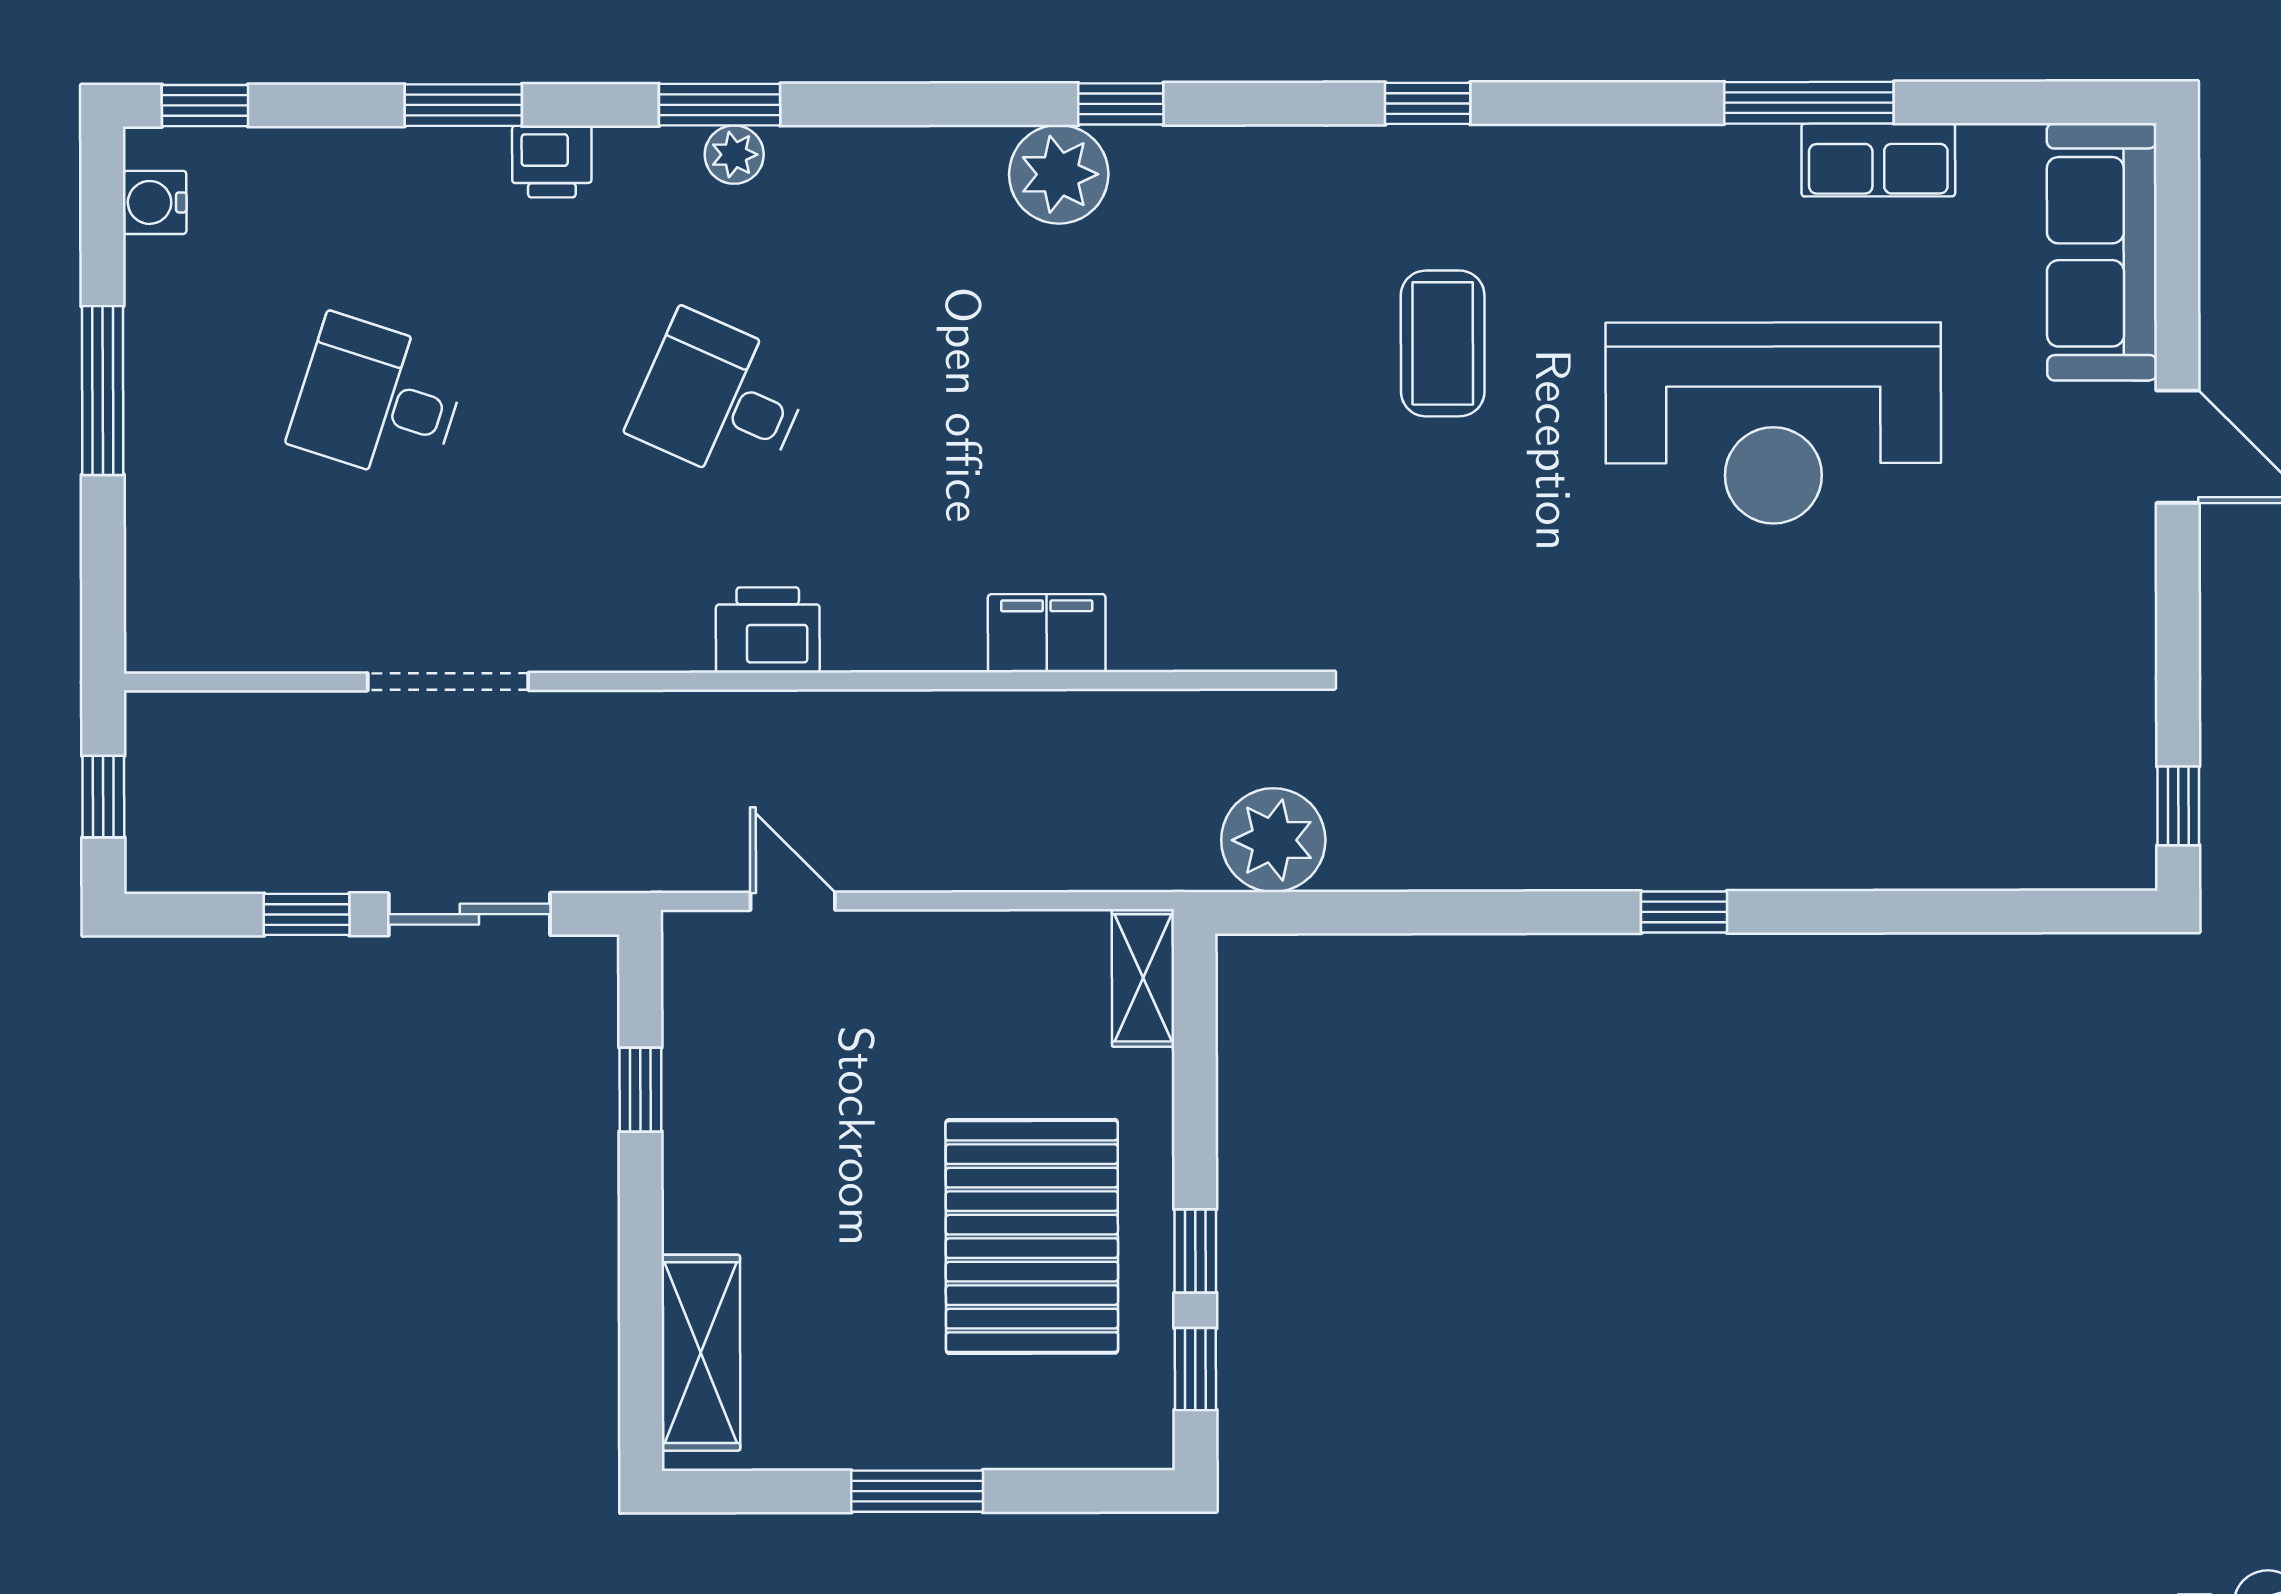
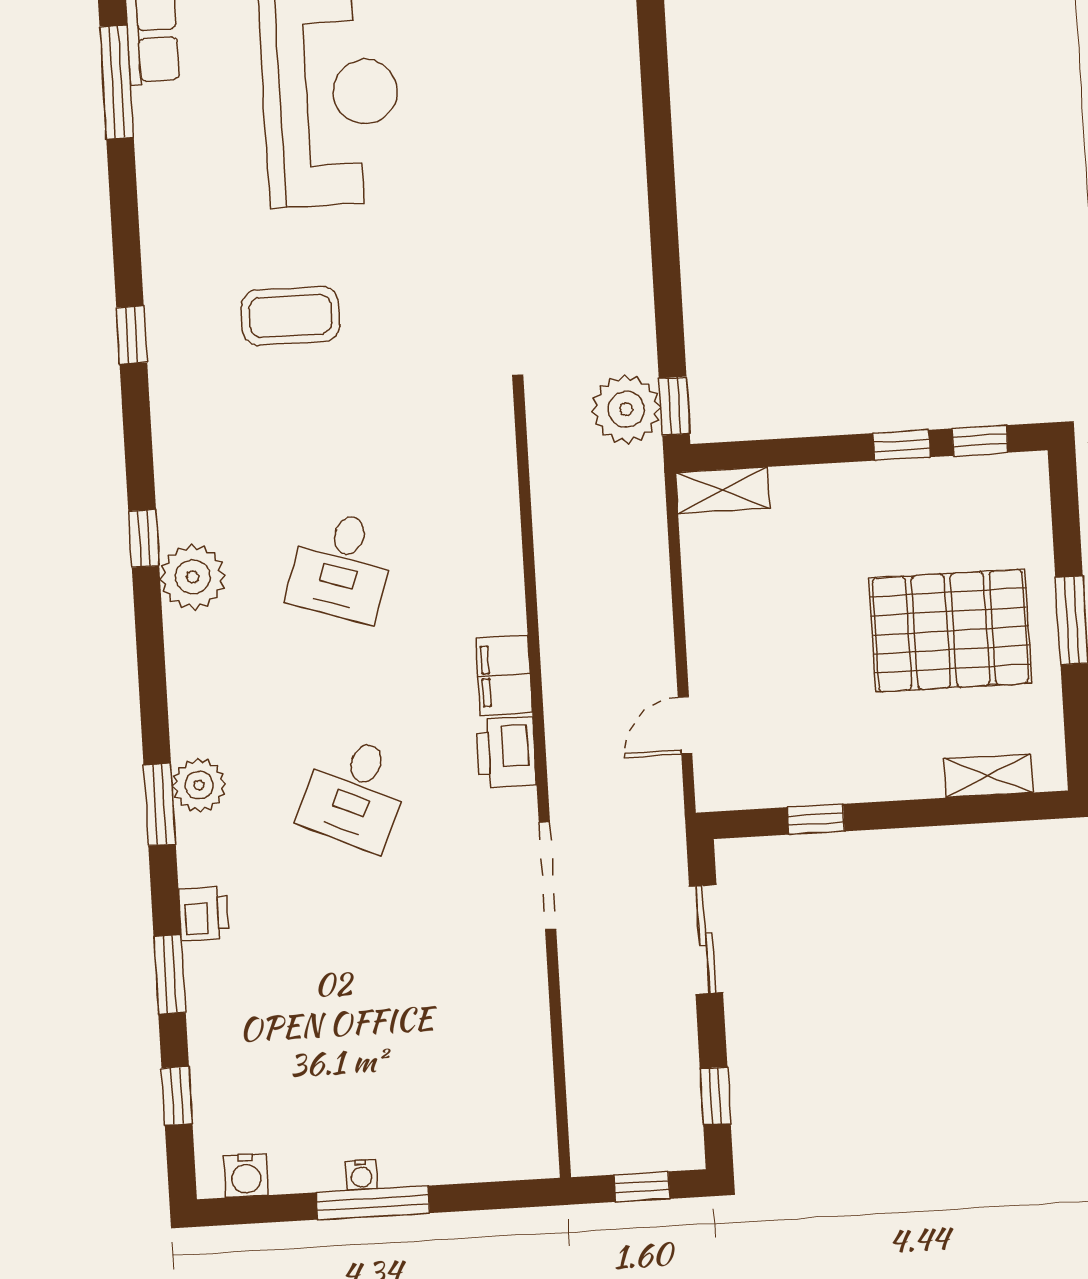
window: (205, 106) -> (177, 1096), moved
plant: (734, 155) -> (199, 785), width x1.38, depth x1.38
water cooler: (146, 376) -> (361, 1175), added
desk: (378, 400) -> (341, 566), moved
filing cabinet: (1047, 633) -> (504, 675), moved
doorway: (448, 682) -> (547, 876), moved
window: (1684, 912) -> (674, 406), moved
window: (307, 914) -> (715, 1096), moved
pallet: (1032, 1236) -> (950, 631), moved
shelving: (701, 1353) -> (988, 776), width x0.67, depth x0.75

